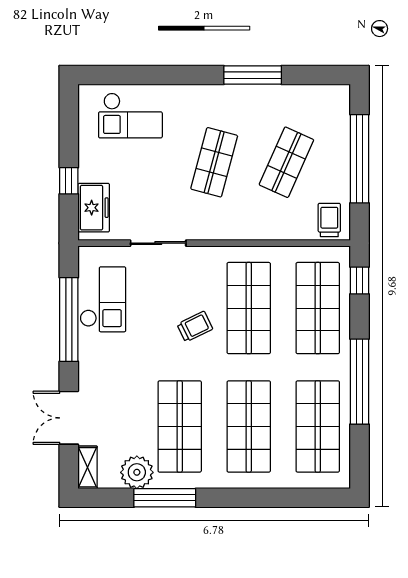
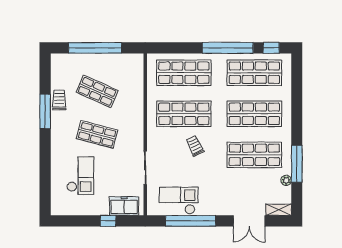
checkout: (130, 115) -> (80, 176), moved
trolley: (329, 220) -> (59, 100), moved, turned 90
window: (360, 281) -> (271, 48), moved
plant: (137, 472) -> (286, 180), width x0.53, depth x0.53

